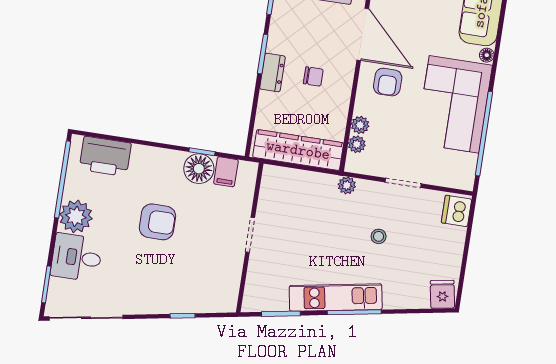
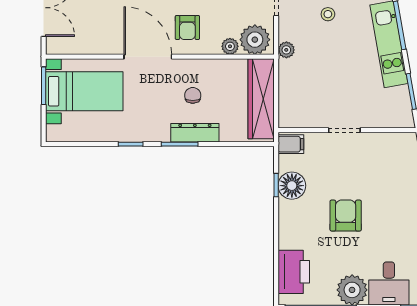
door: (363, 34) -> (148, 57), hinge flipped
dresser: (272, 73) -> (195, 133), width x1.44
armchair: (388, 82) -> (187, 27), turned 90
plant: (357, 144) -> (255, 40), width x1.88, depth x1.88
filing cabinet: (226, 172) -> (291, 144), moved

